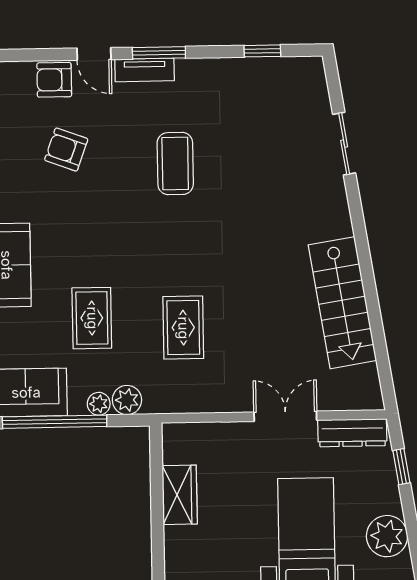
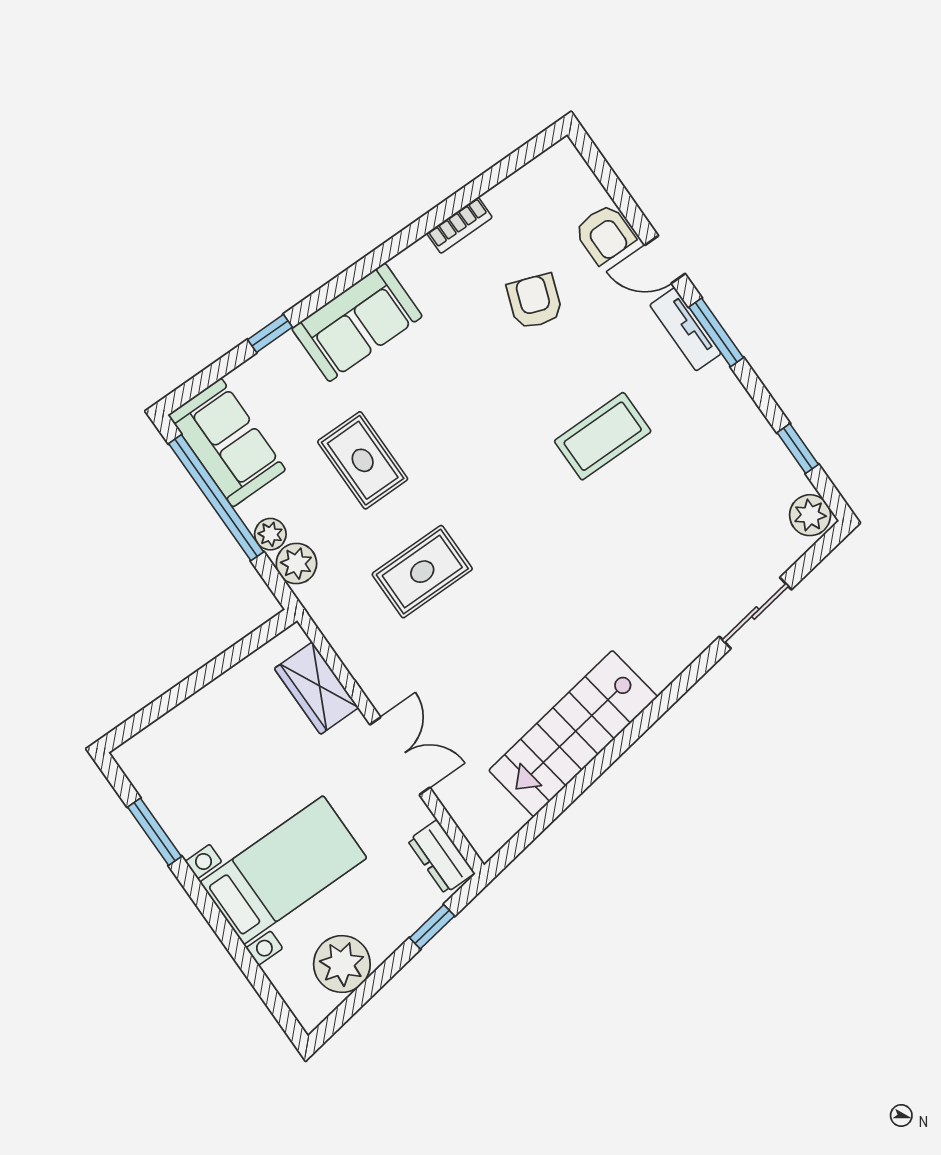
door: (94, 54) -> (665, 259), hinge flipped
plant: (307, 71) -> (810, 515), added
armchair: (54, 80) -> (605, 234), turned 180
rug: (92, 318) -> (363, 460), turned 90
dresser: (352, 433) -> (441, 857), width x0.70
wardrobe: (180, 495) -> (316, 688), moved, turned 90

